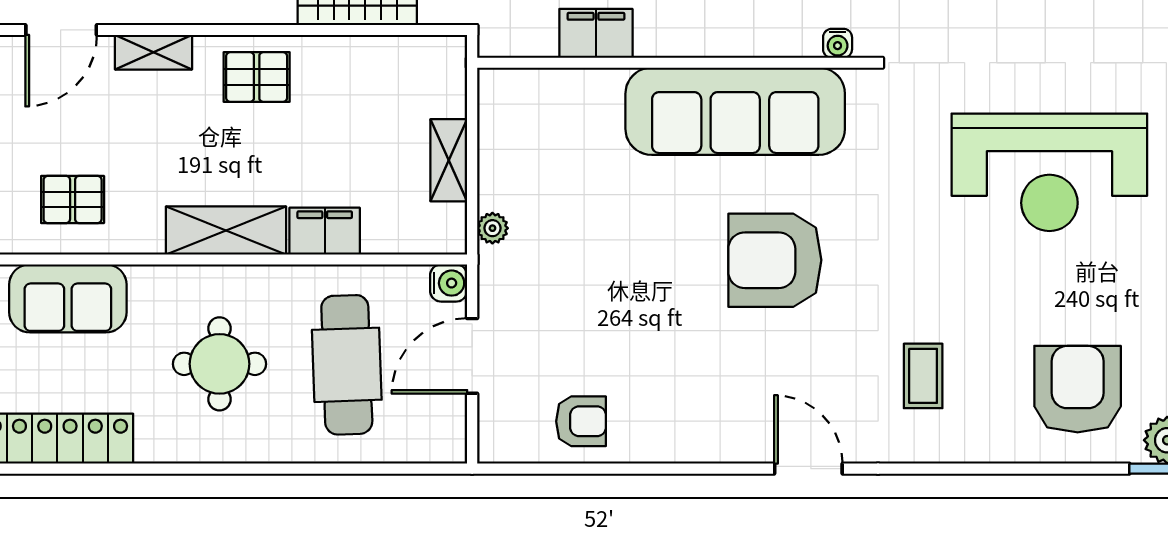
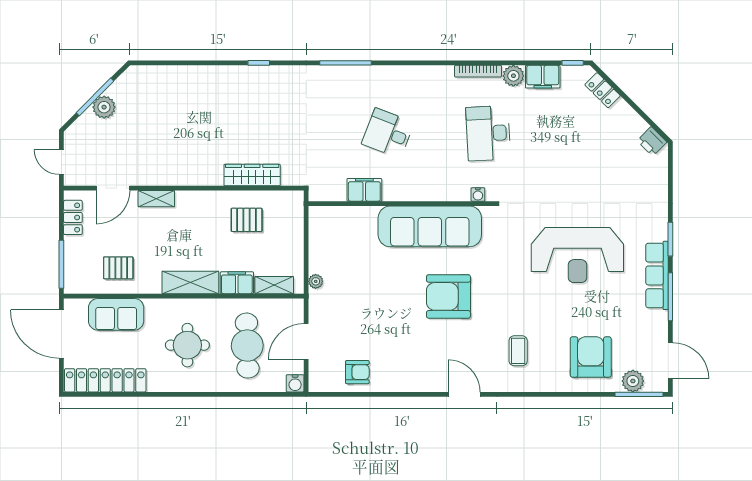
pallet: (257, 77) -> (247, 220), moved
shelving: (449, 160) -> (274, 285), moved, turned 90
water cooler: (449, 283) -> (295, 383), moved, turned 90

